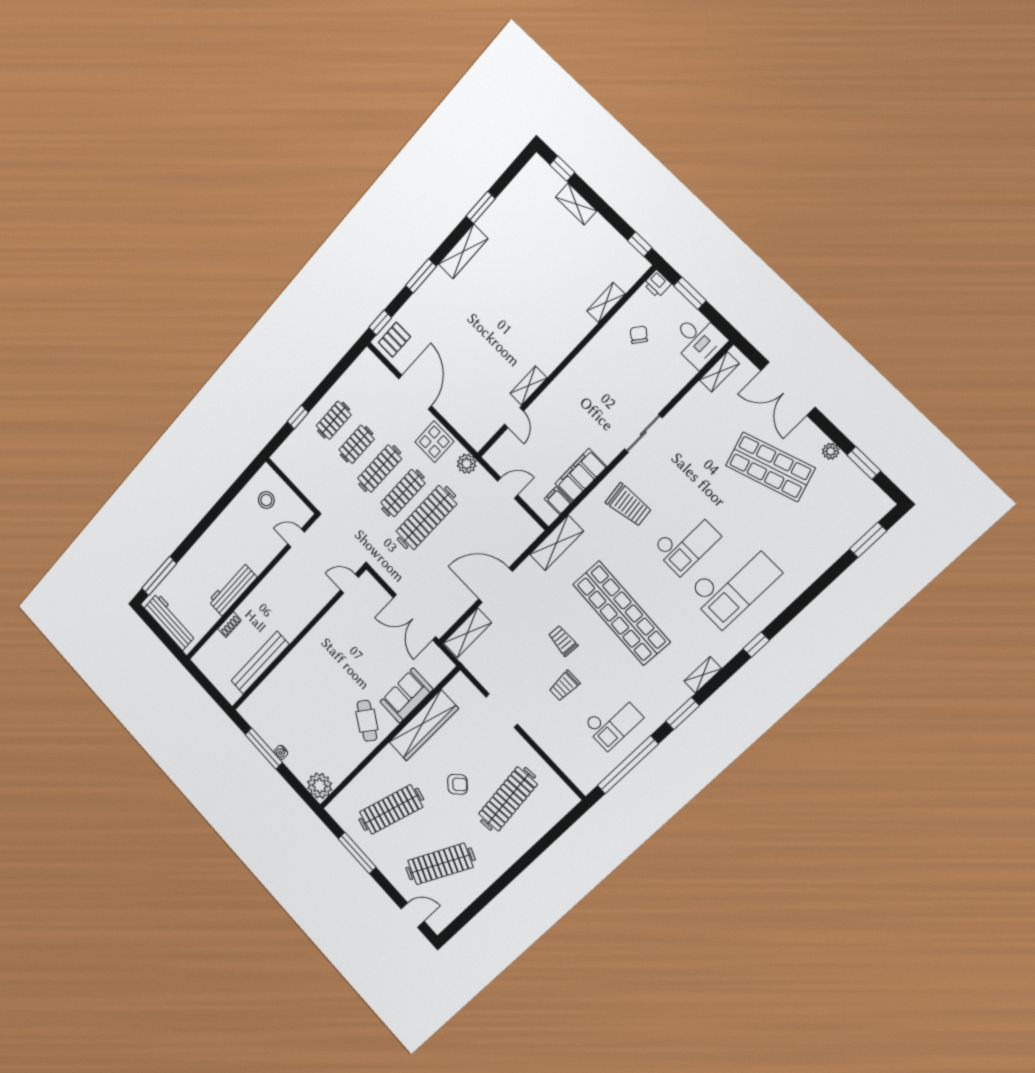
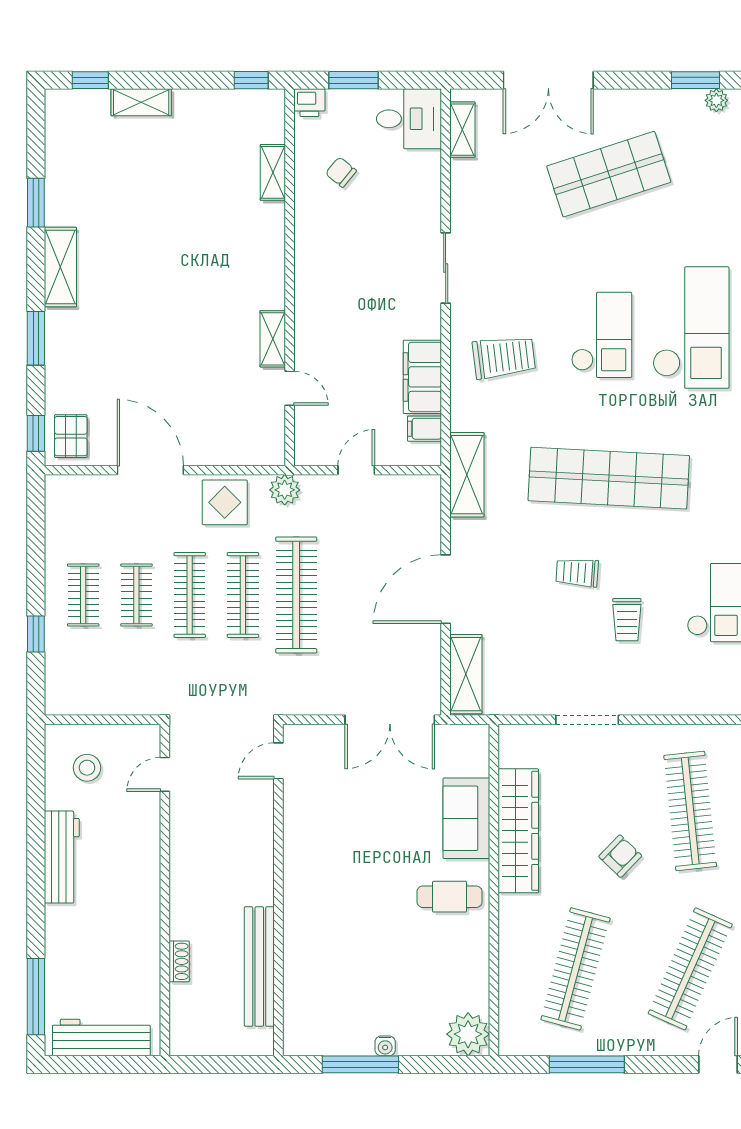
plant: (831, 451) -> (716, 100), moved
workbench: (232, 589) -> (62, 857), moved, turned 180
cafe table: (367, 721) -> (450, 897), turned -34

